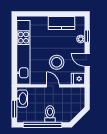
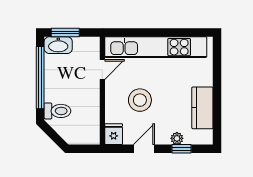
door: (53, 86) -> (102, 69), moved
washbasin: (22, 99) -> (58, 45), moved
toilet: (50, 114) -> (57, 111), moved

